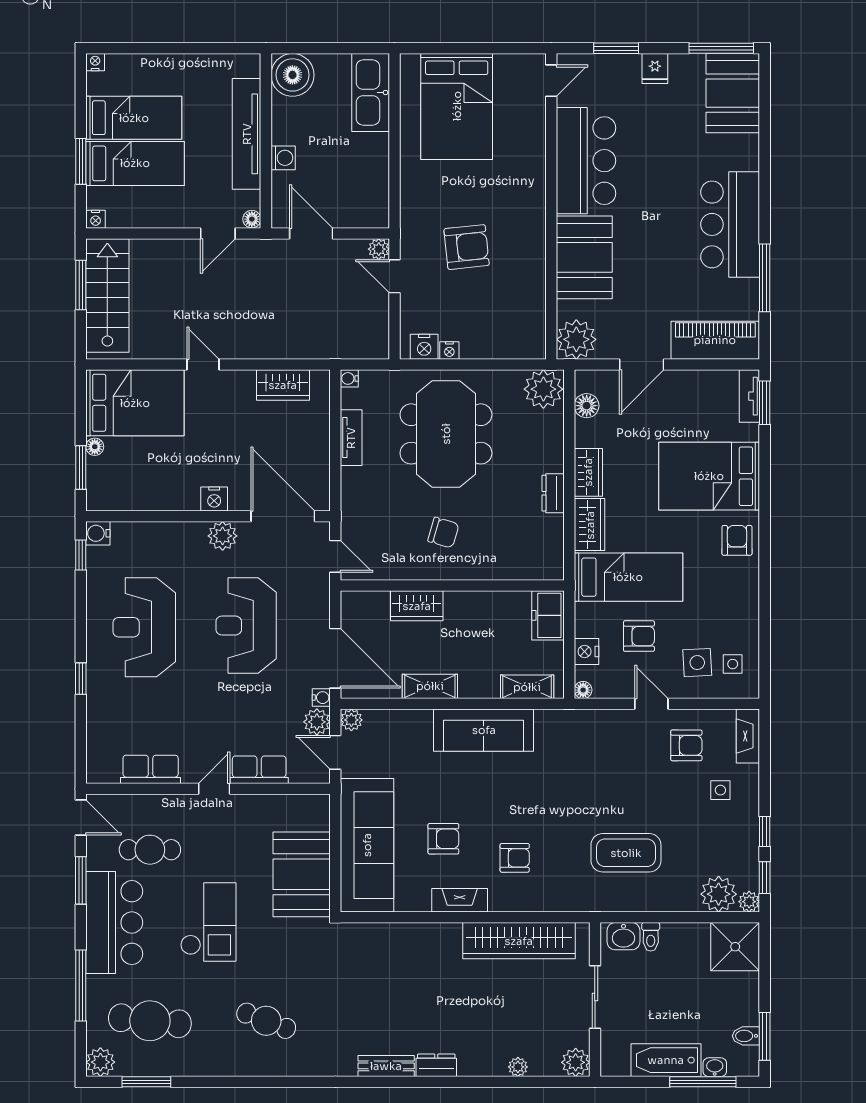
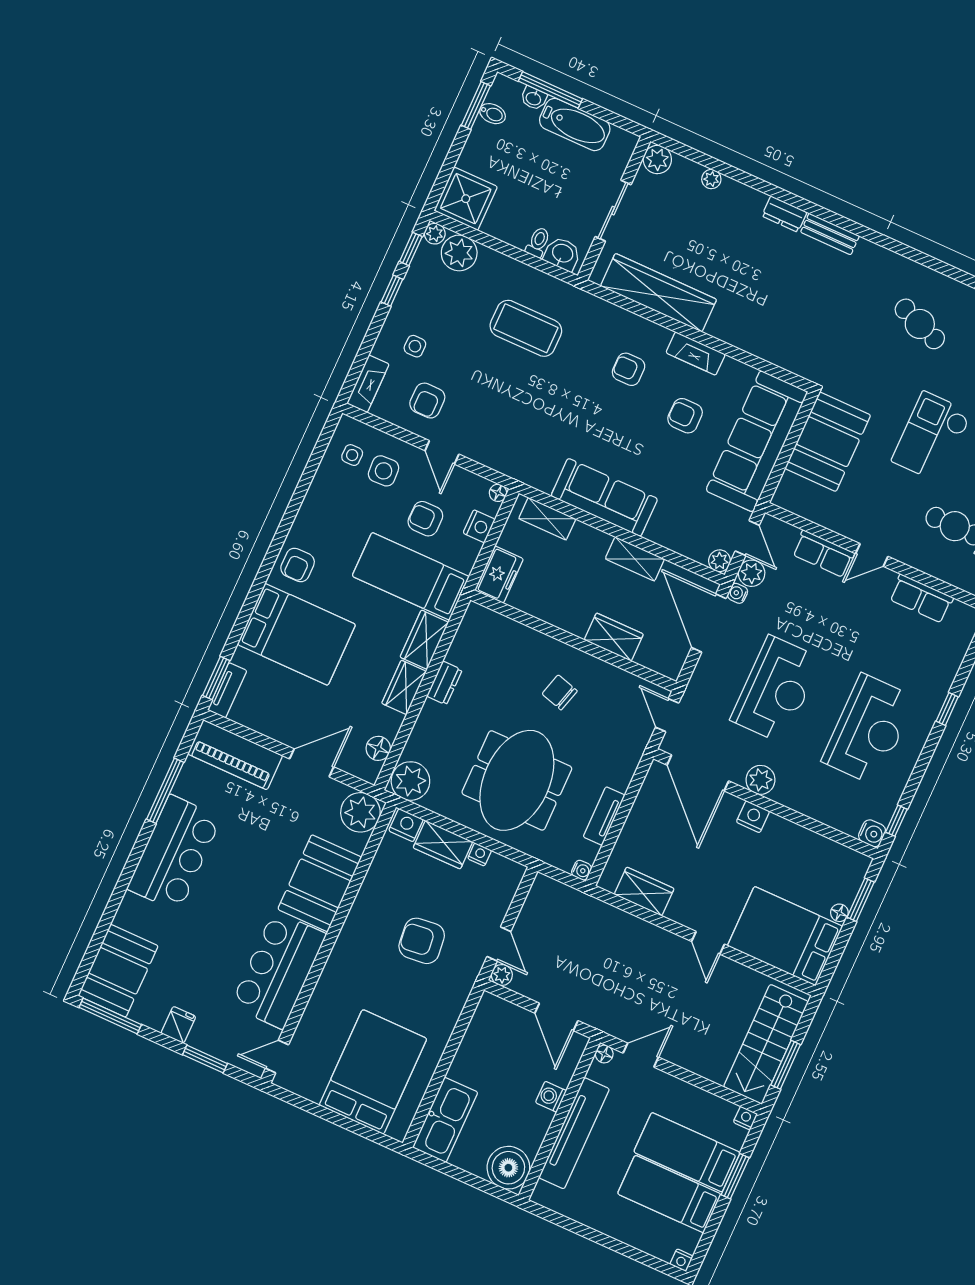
wardrobe: (487, 344) -> (443, 845), added
nightstand: (424, 347) -> (406, 825), moved
armchair: (686, 745) -> (427, 401), turned -90

